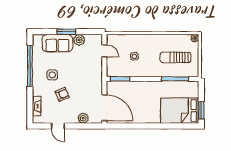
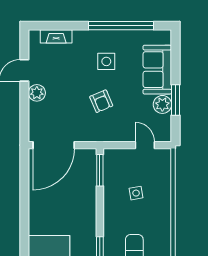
window: (66, 32) -> (176, 100), moved
door: (104, 51) -> (145, 145), swing flipped
armchair: (62, 94) -> (101, 101), moved
plant: (83, 118) -> (37, 93), moved

